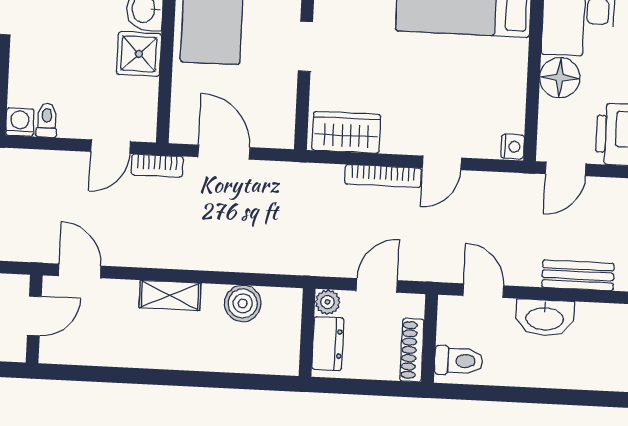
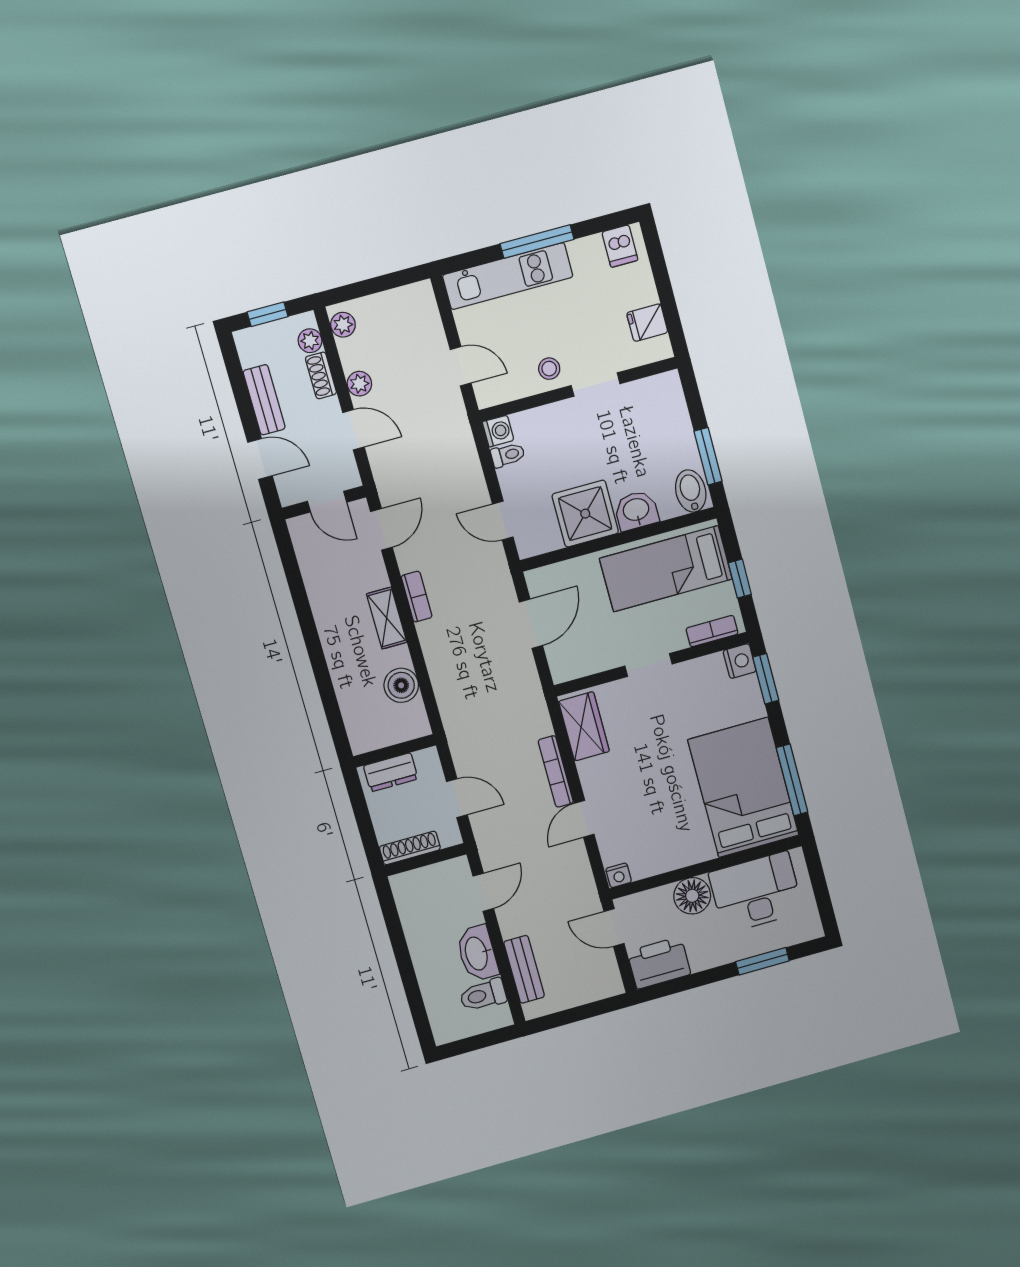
shower: (139, 54) -> (585, 514), width x1.36, depth x1.36
door: (442, 163) -> (584, 819), hinge flipped
bookcase: (157, 166) -> (417, 597), moved, turned 180
plant: (328, 302) -> (428, 760), removed
toilet: (459, 361) -> (483, 995), moved, turned 90

